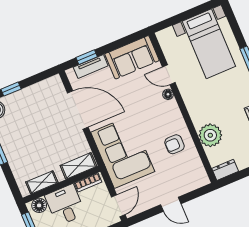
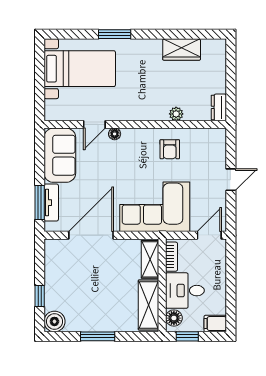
window: (87, 57) -> (40, 203), width x1.50
plant: (210, 135) -> (176, 114), width x0.53, depth x0.53
shelving: (42, 182) -> (148, 305), width x1.50, depth x1.33
door: (118, 206) -> (209, 235), hinge flipped

